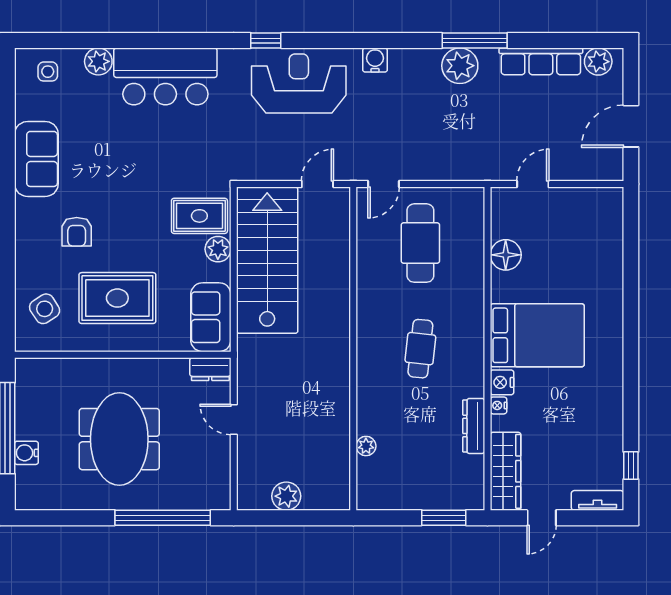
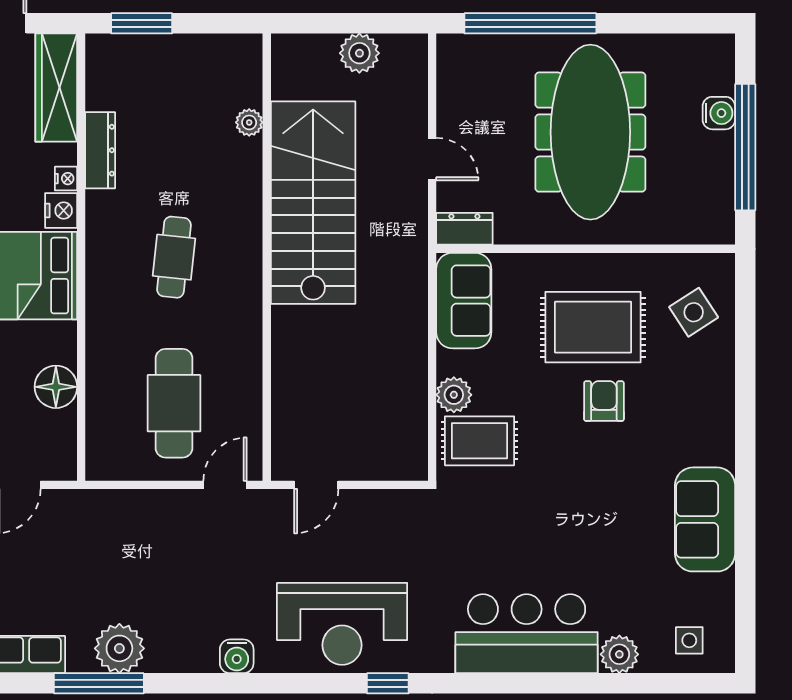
armchair: (77, 232) -> (604, 401), moved
stairs: (267, 260) -> (313, 203), moved, turned 180
meeting table: (119, 439) -> (590, 132), width x1.36

